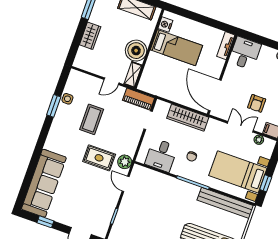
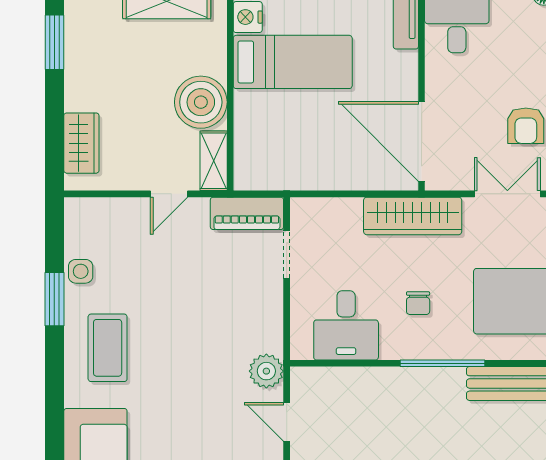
wardrobe: (90, 36) -> (81, 143), moved
wardrobe: (188, 118) -> (413, 216), moved
coffee table: (92, 119) -> (108, 348), moved
rug: (99, 158) -> (203, 383), removed

